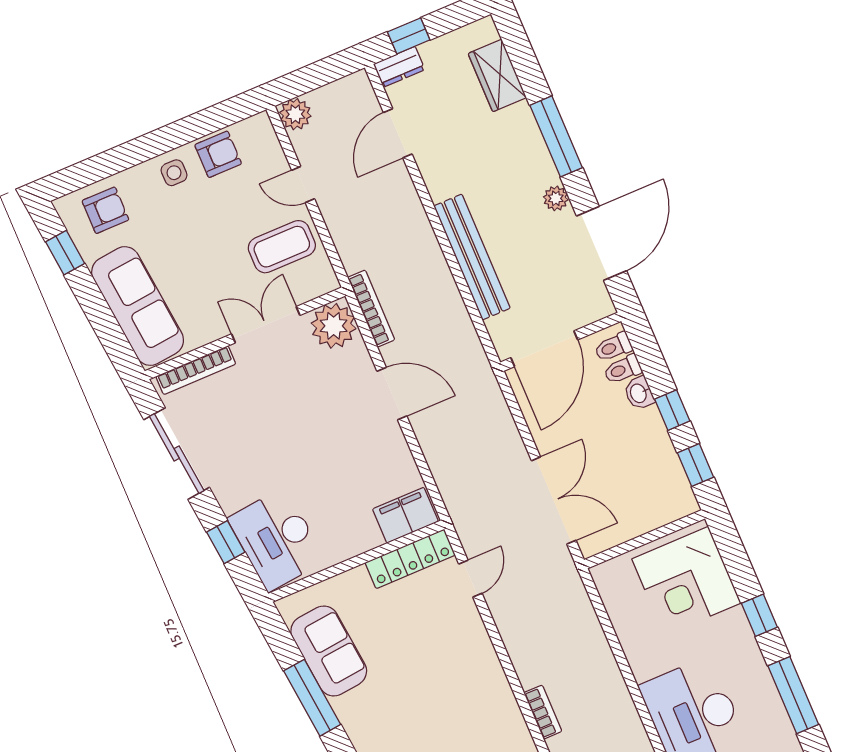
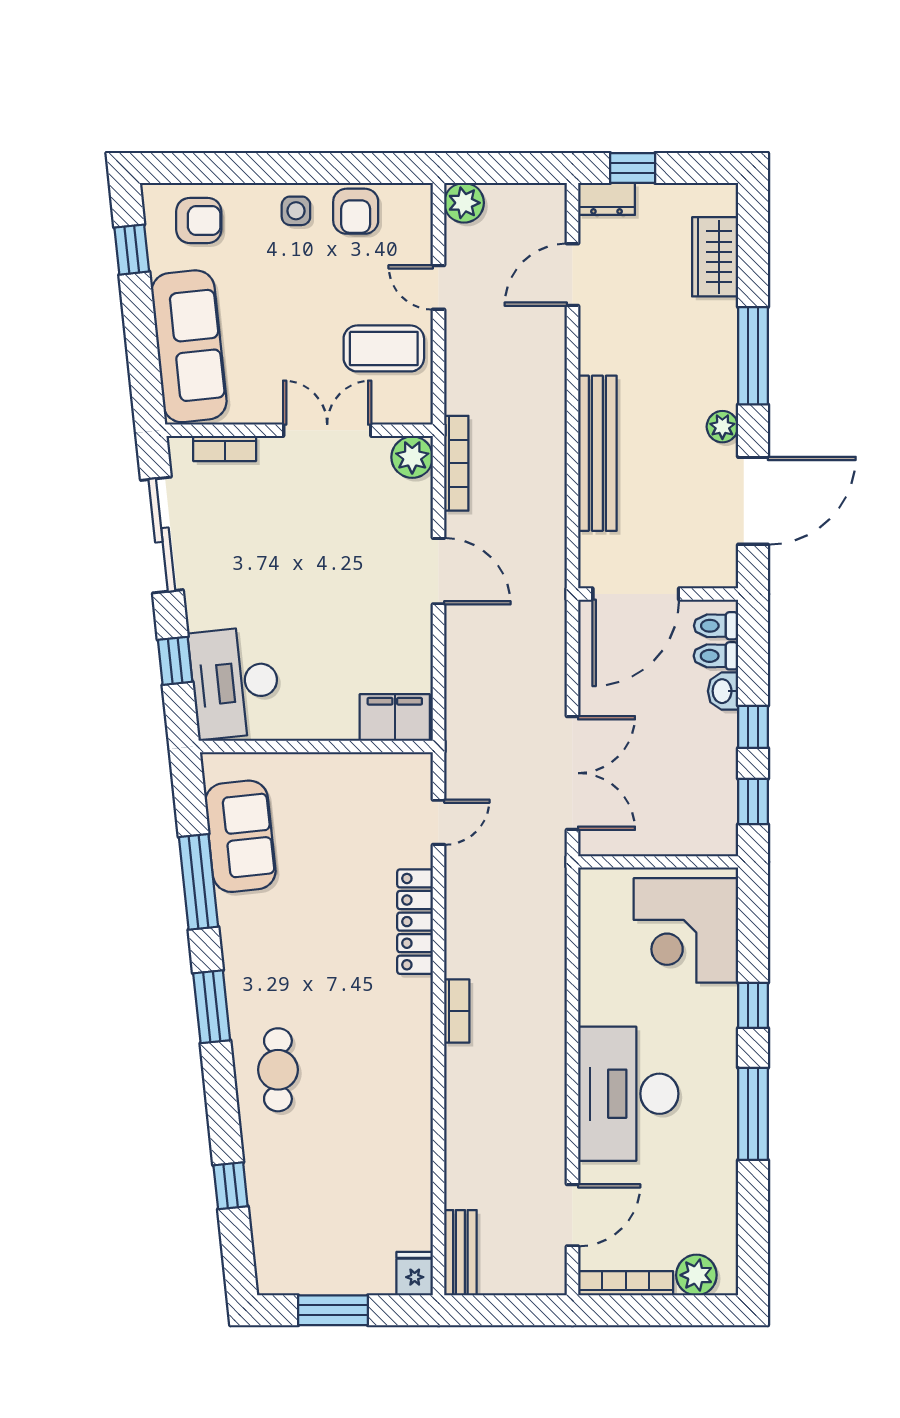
armchair: (218, 154) -> (356, 211), turned 90
plant: (334, 326) -> (412, 457), width x0.73, depth x0.73
bookcase: (196, 370) -> (225, 448), width x0.64
locker: (410, 559) -> (415, 922), moved, turned 90

